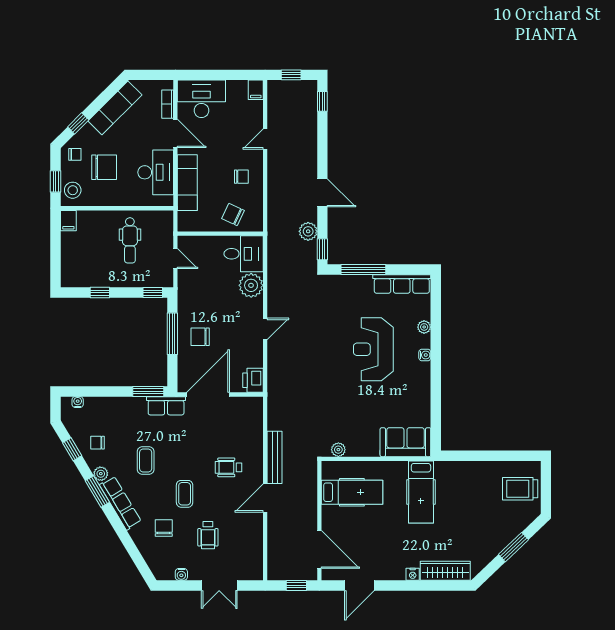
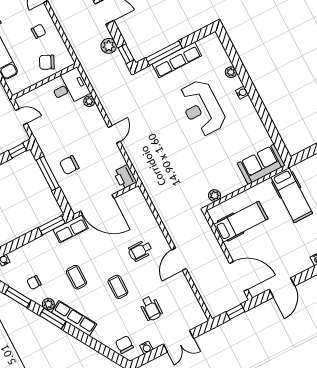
row of seats: (402, 284) -> (177, 60), moved
plant: (251, 285) -> (89, 101), width x0.53, depth x0.53
door: (208, 394) -> (97, 205), swing flipped
window: (72, 449) -> (18, 297), width x1.50
bench: (275, 457) -> (170, 226), removed
chair: (164, 528) -> (124, 345), moved

